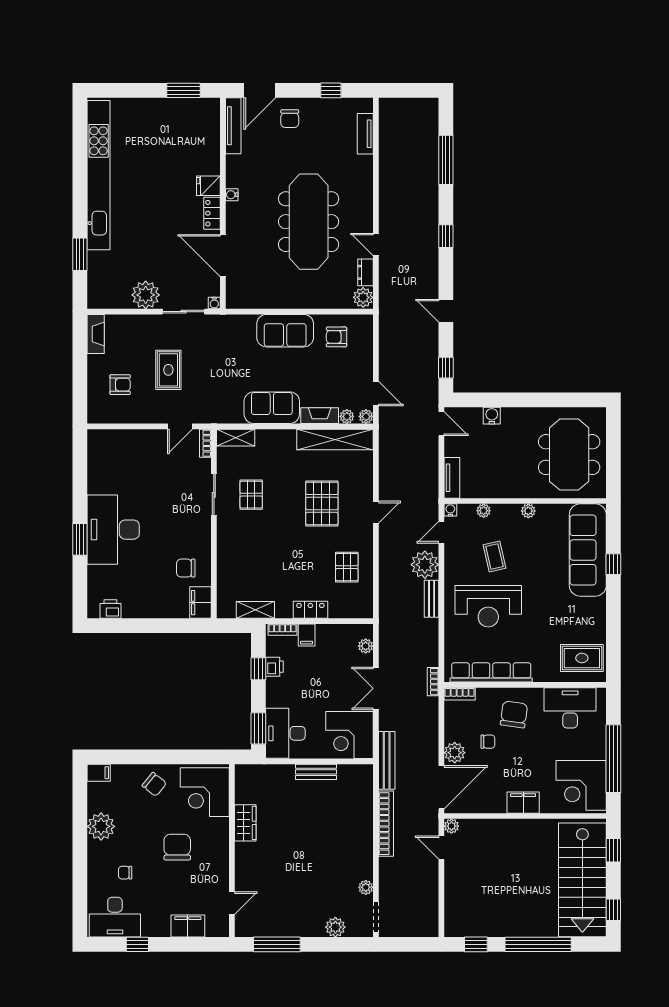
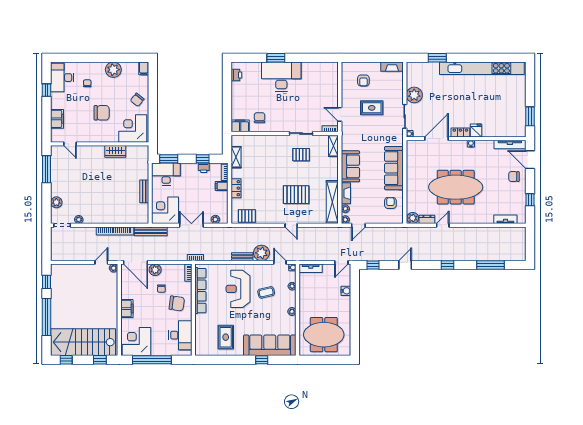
sofa: (285, 331) -> (394, 168), width x1.36
pallet: (347, 567) -> (247, 216), moved
rug: (582, 658) -> (226, 337), moved

